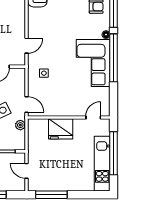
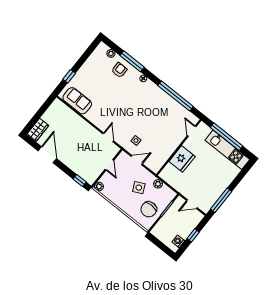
window: (114, 58) -> (176, 96), moved
corner sofa: (93, 63) -> (155, 102), removed
door: (27, 105) -> (137, 160), moved

